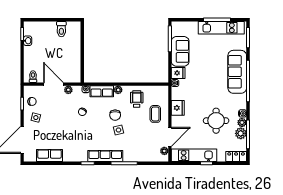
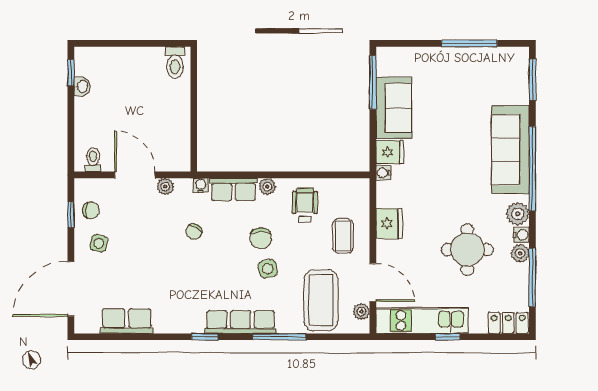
kitchen unit: (221, 28) -> (478, 60), removed
toilet: (61, 29) -> (175, 63), moved
plant: (241, 133) -> (518, 214), moved
door: (170, 137) -> (373, 283), hinge flipped
coffee table: (144, 145) -> (321, 300), added

